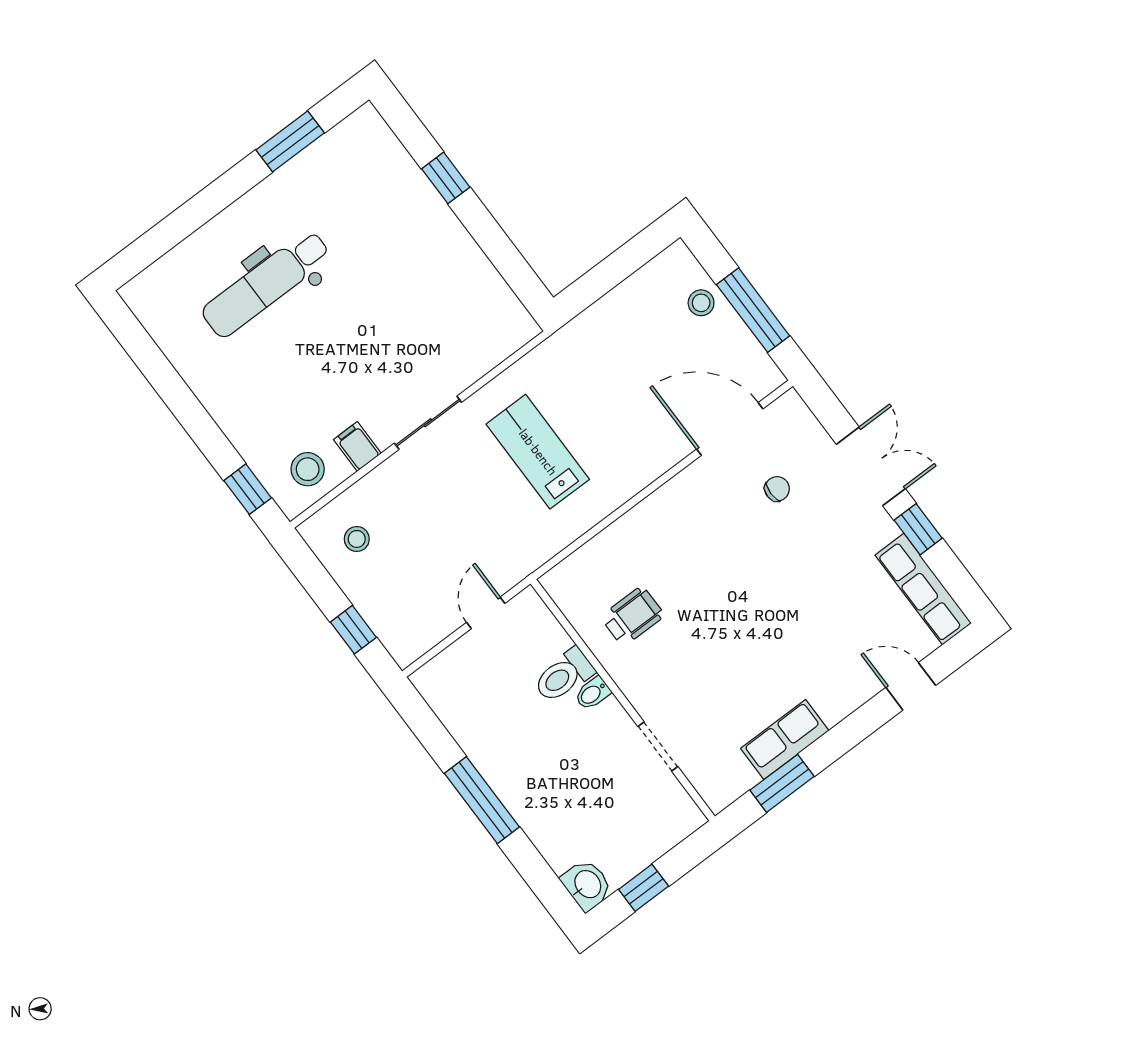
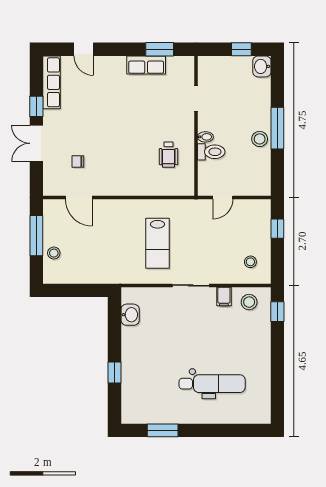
washbasin: (493, 296) -> (130, 315), added
door: (730, 429) -> (79, 197), width x0.73
wheelchair: (632, 616) -> (169, 155), turned -90
stool: (498, 759) -> (260, 139), added

